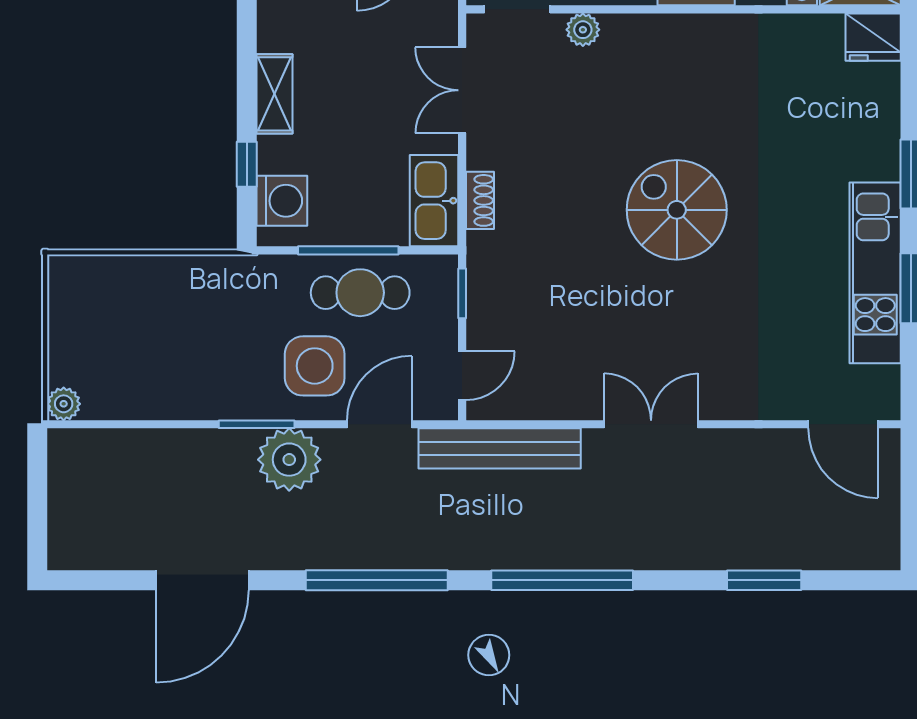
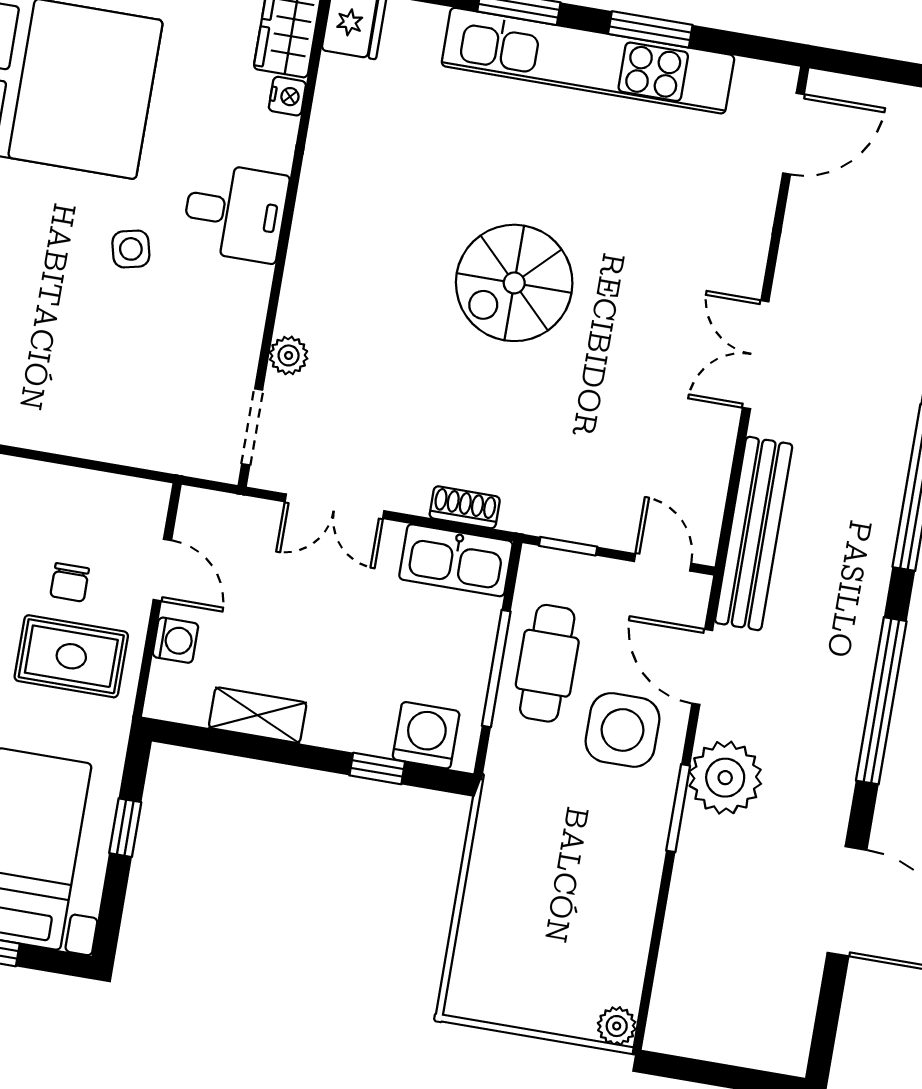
shelving: (274, 94) -> (258, 715), moved
kitchen unit: (875, 273) -> (588, 61), width x1.36

